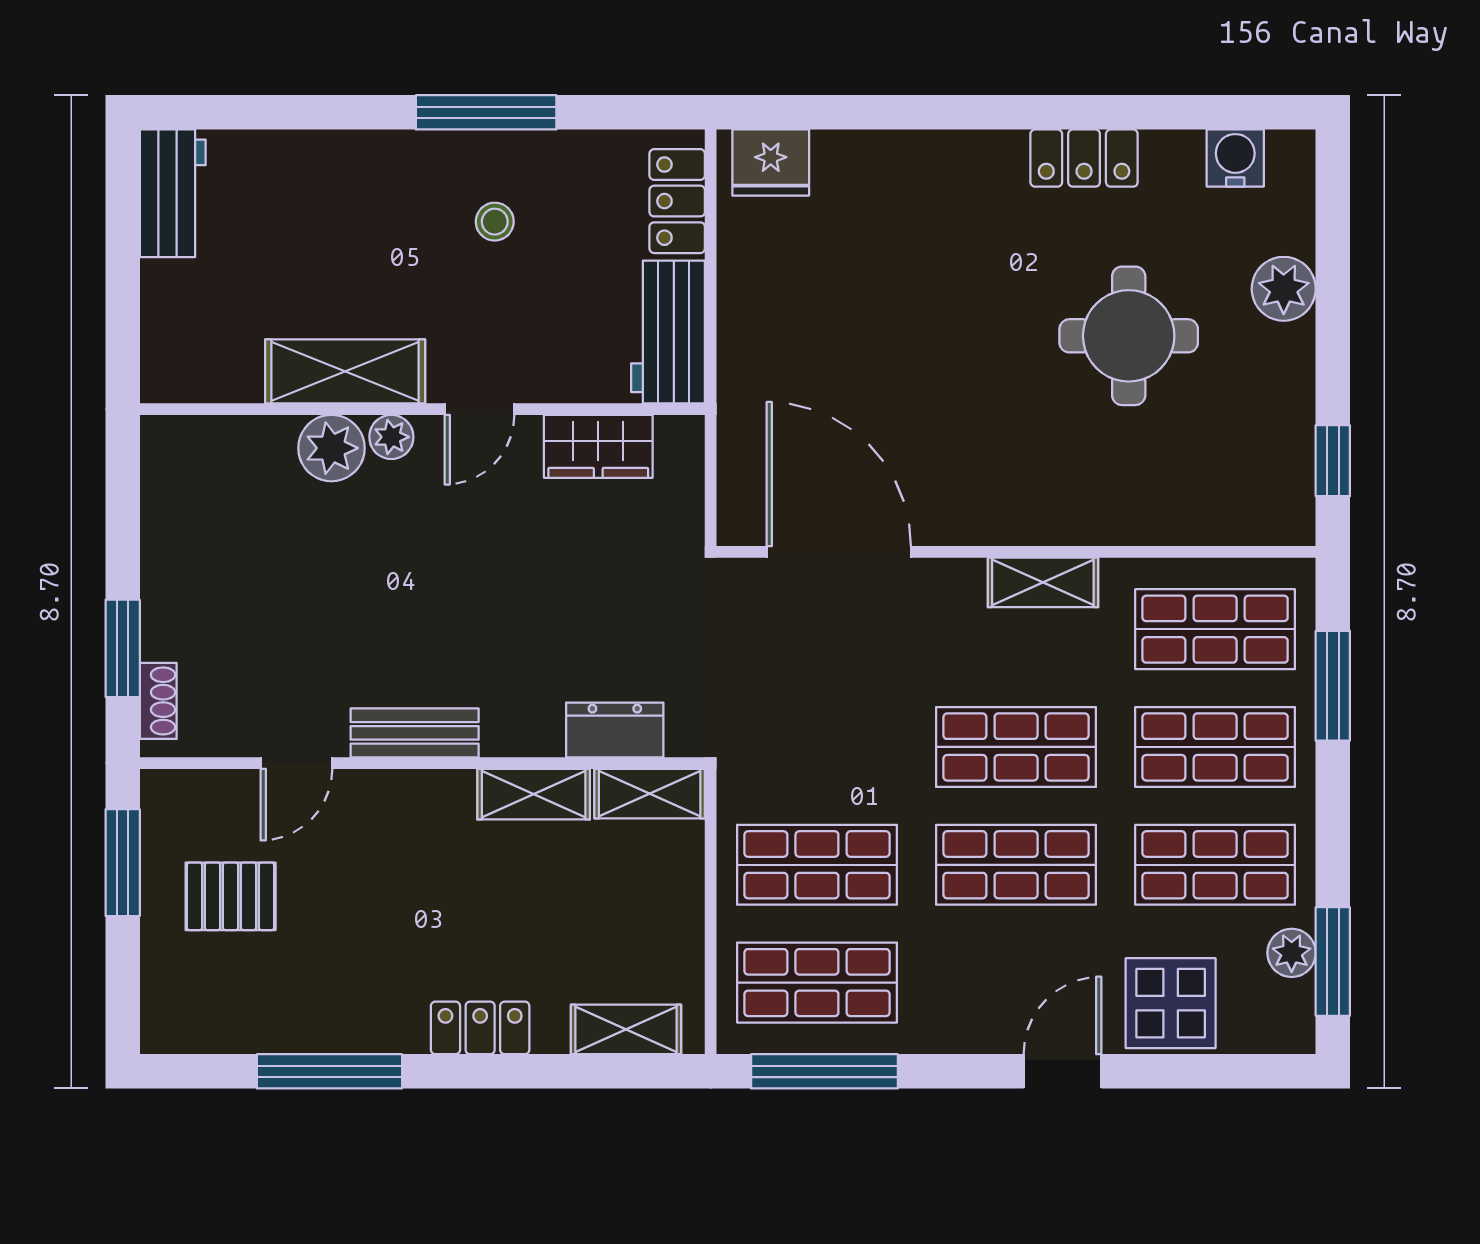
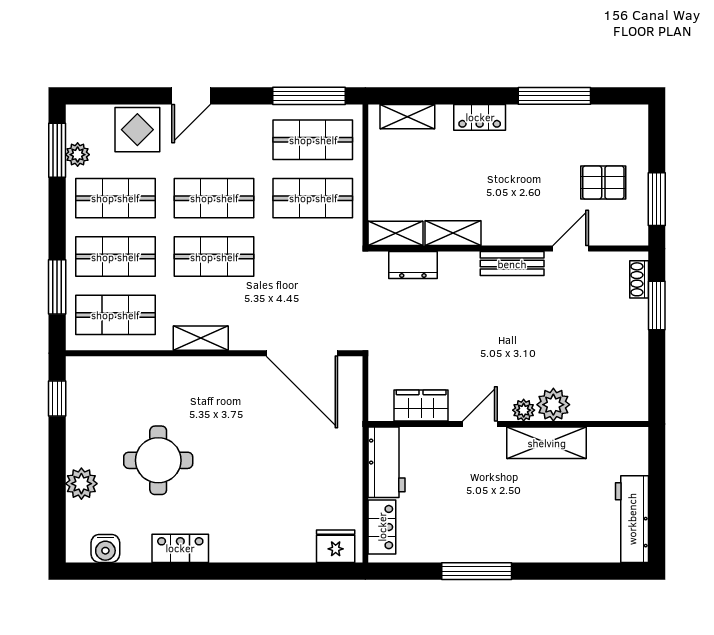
workbench: (173, 193) -> (632, 519), width x1.37
stool: (495, 222) -> (472, 517), removed

